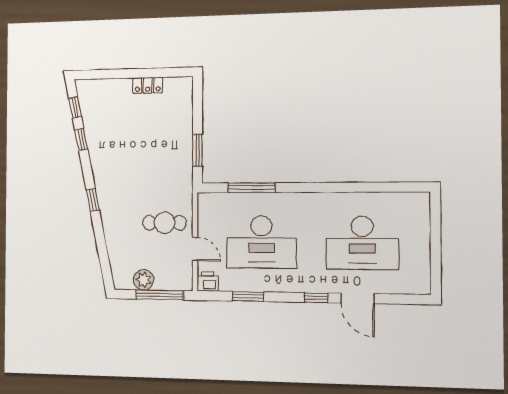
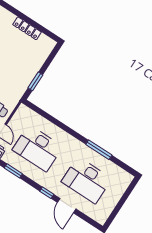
locker: (148, 85) -> (27, 28), width x1.53
window: (251, 188) -> (99, 150), moved

